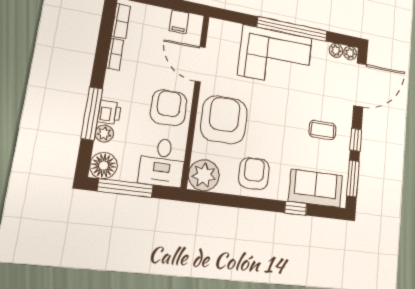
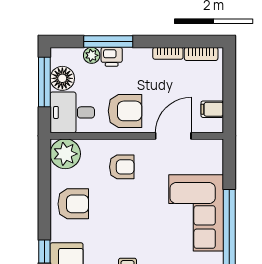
armchair: (224, 120) -> (122, 167), width x0.53, depth x0.53
floor lamp: (104, 166) -> (62, 78), moved

